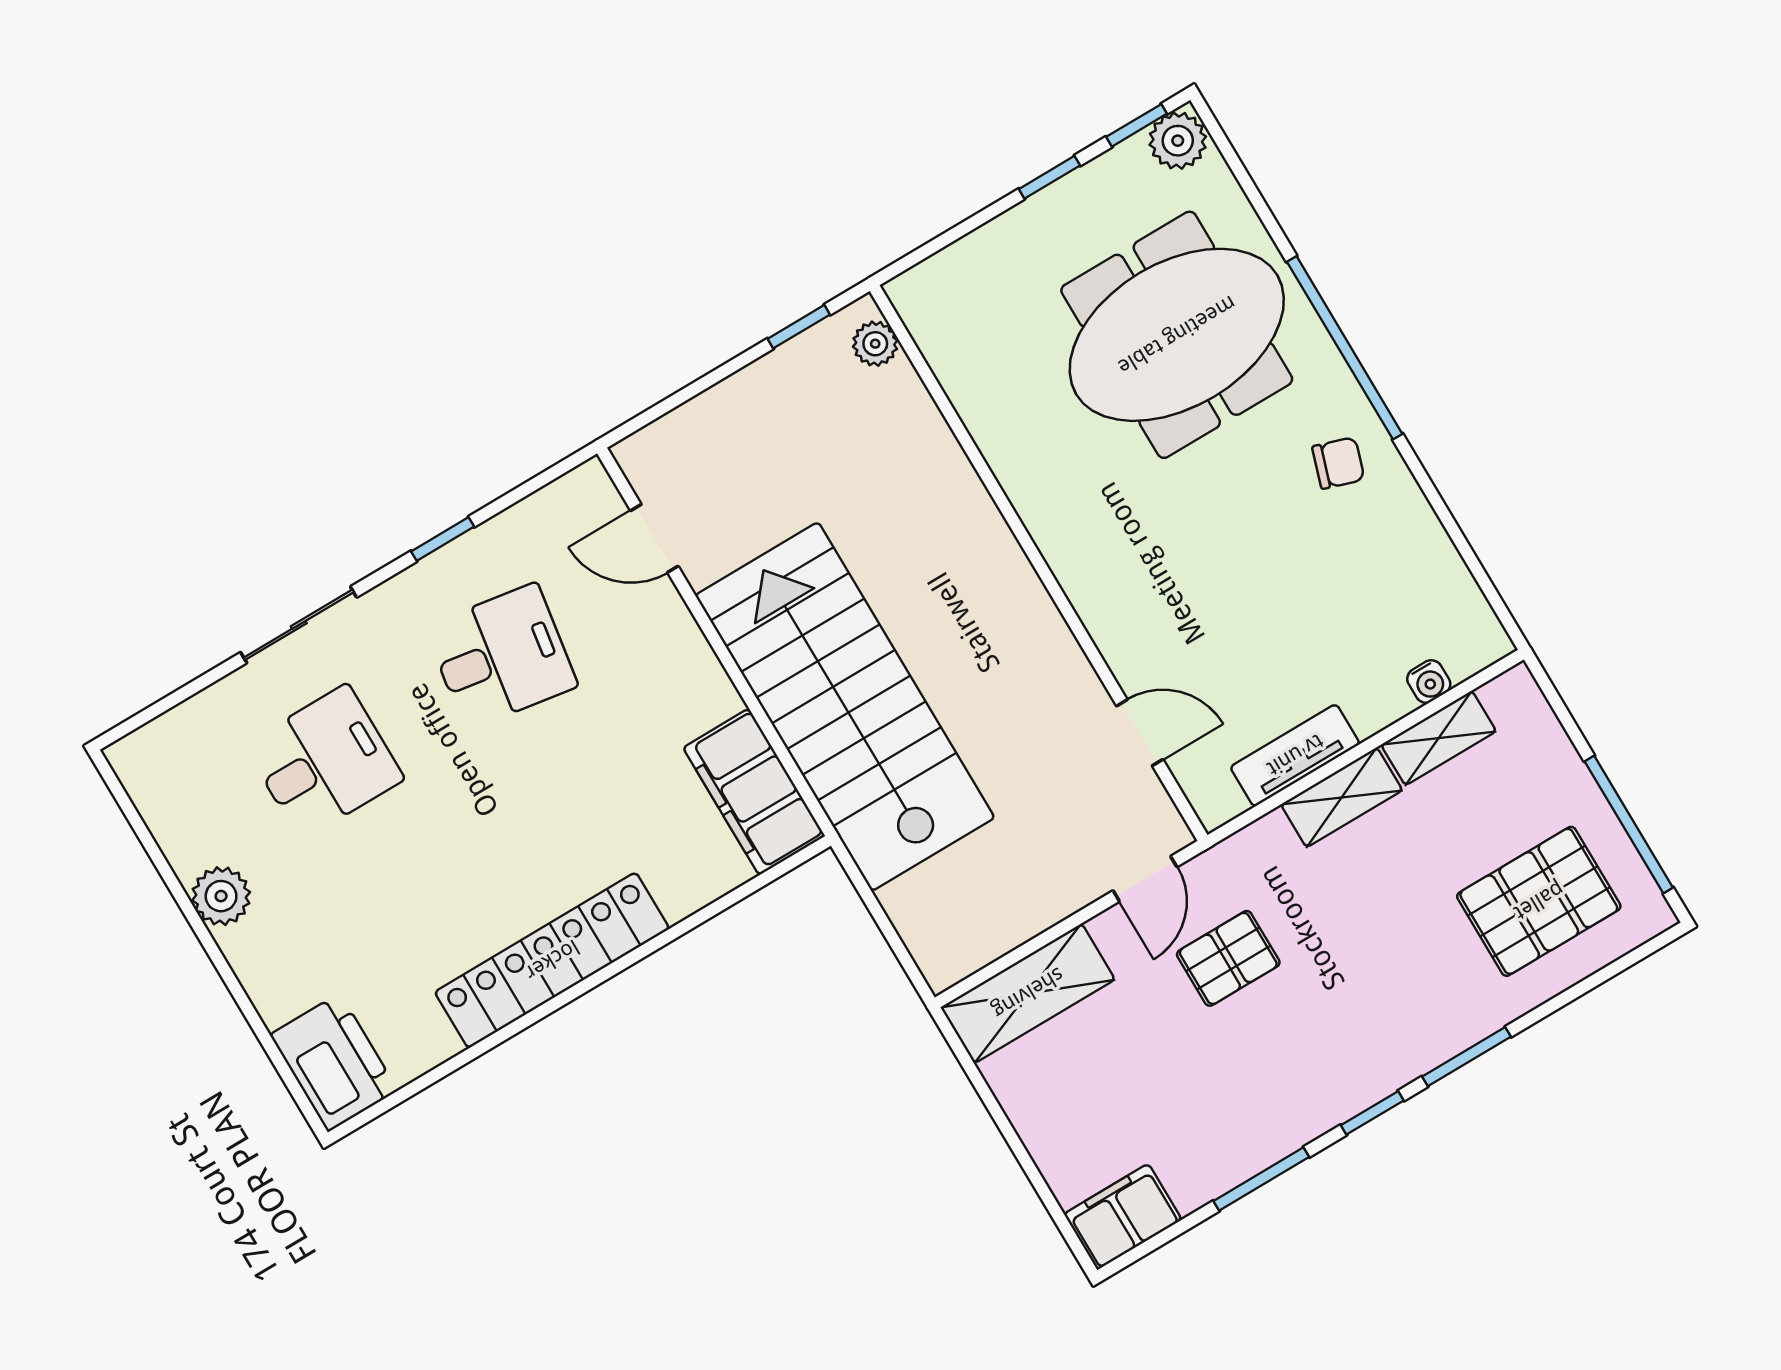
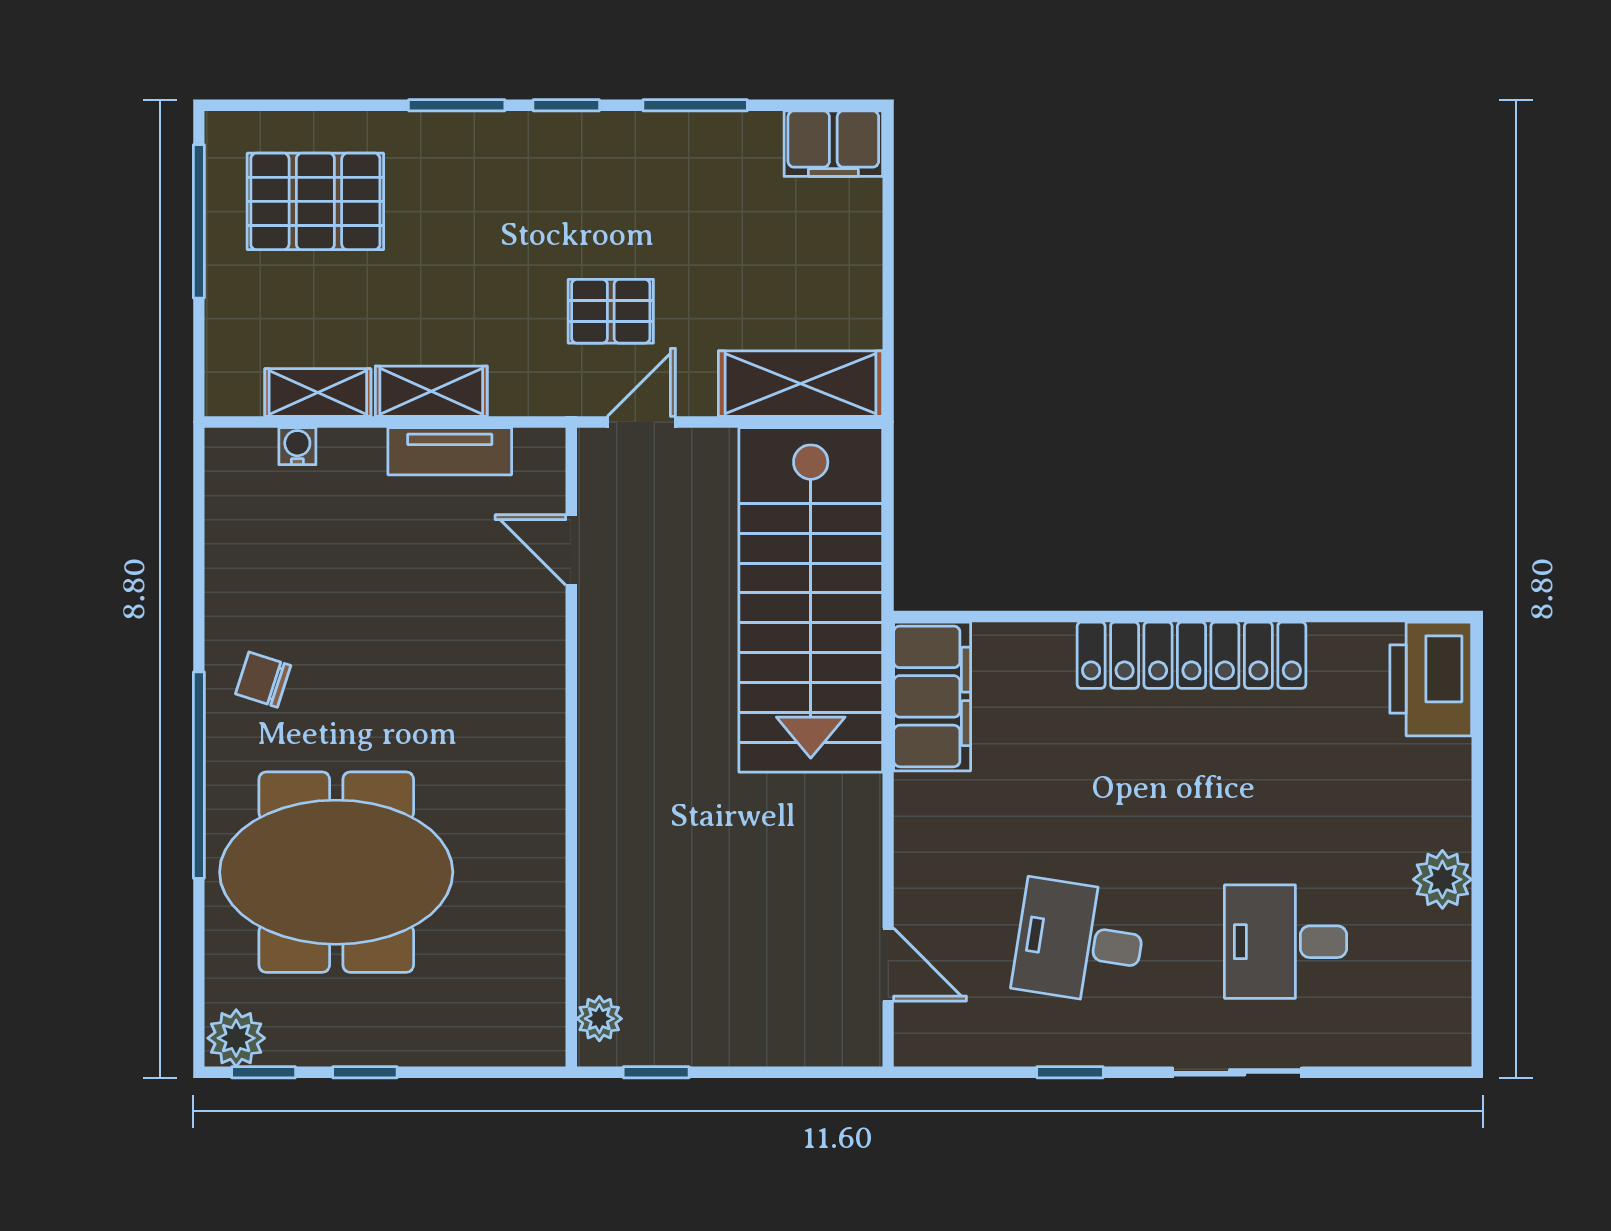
stairs: (845, 707) -> (811, 600), moved

